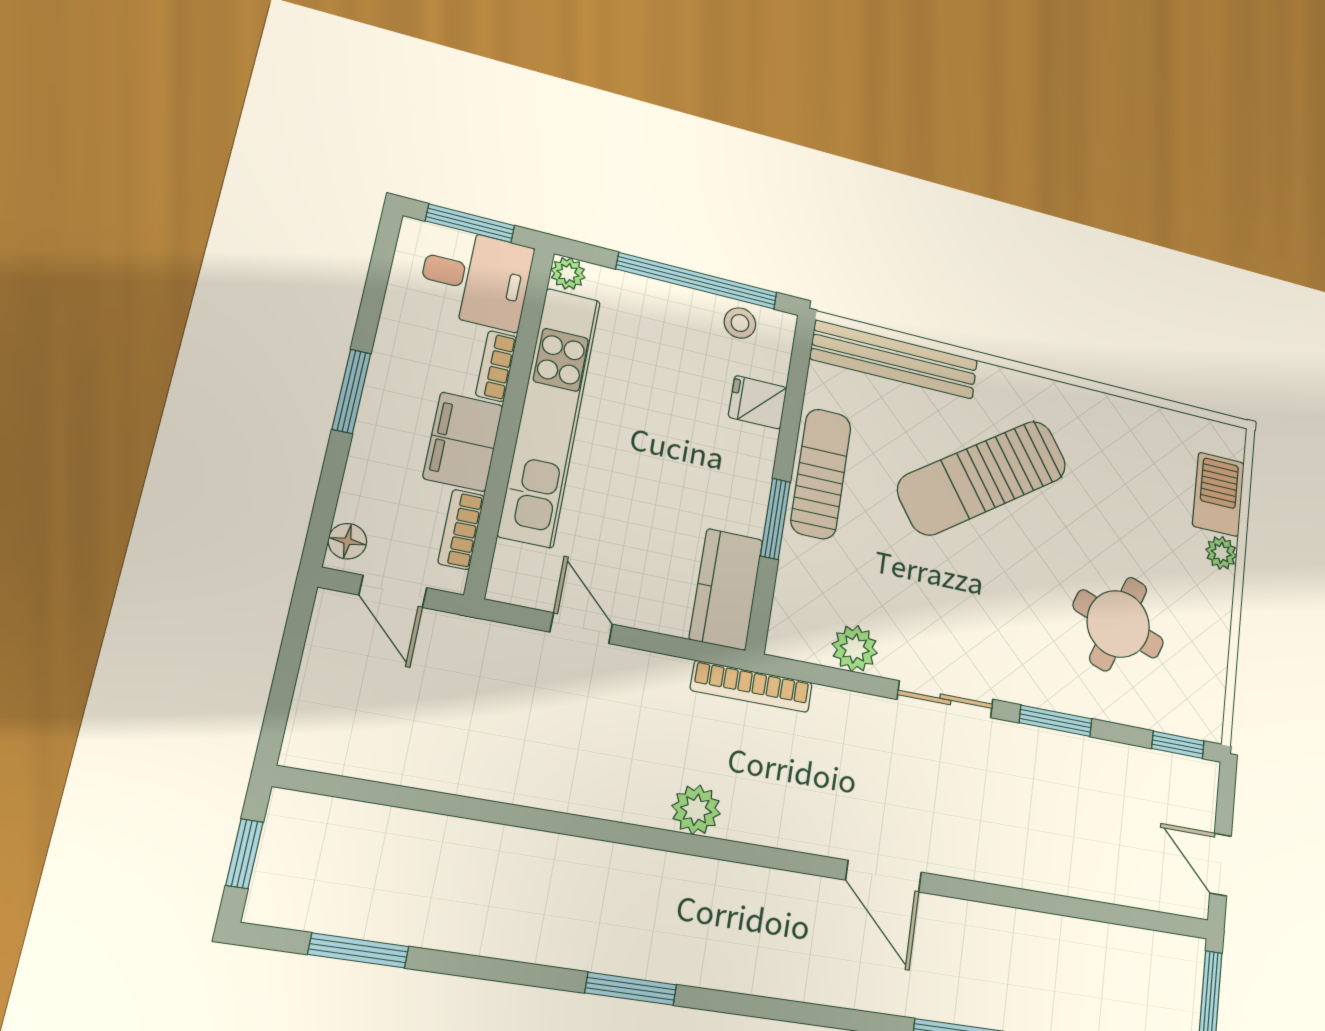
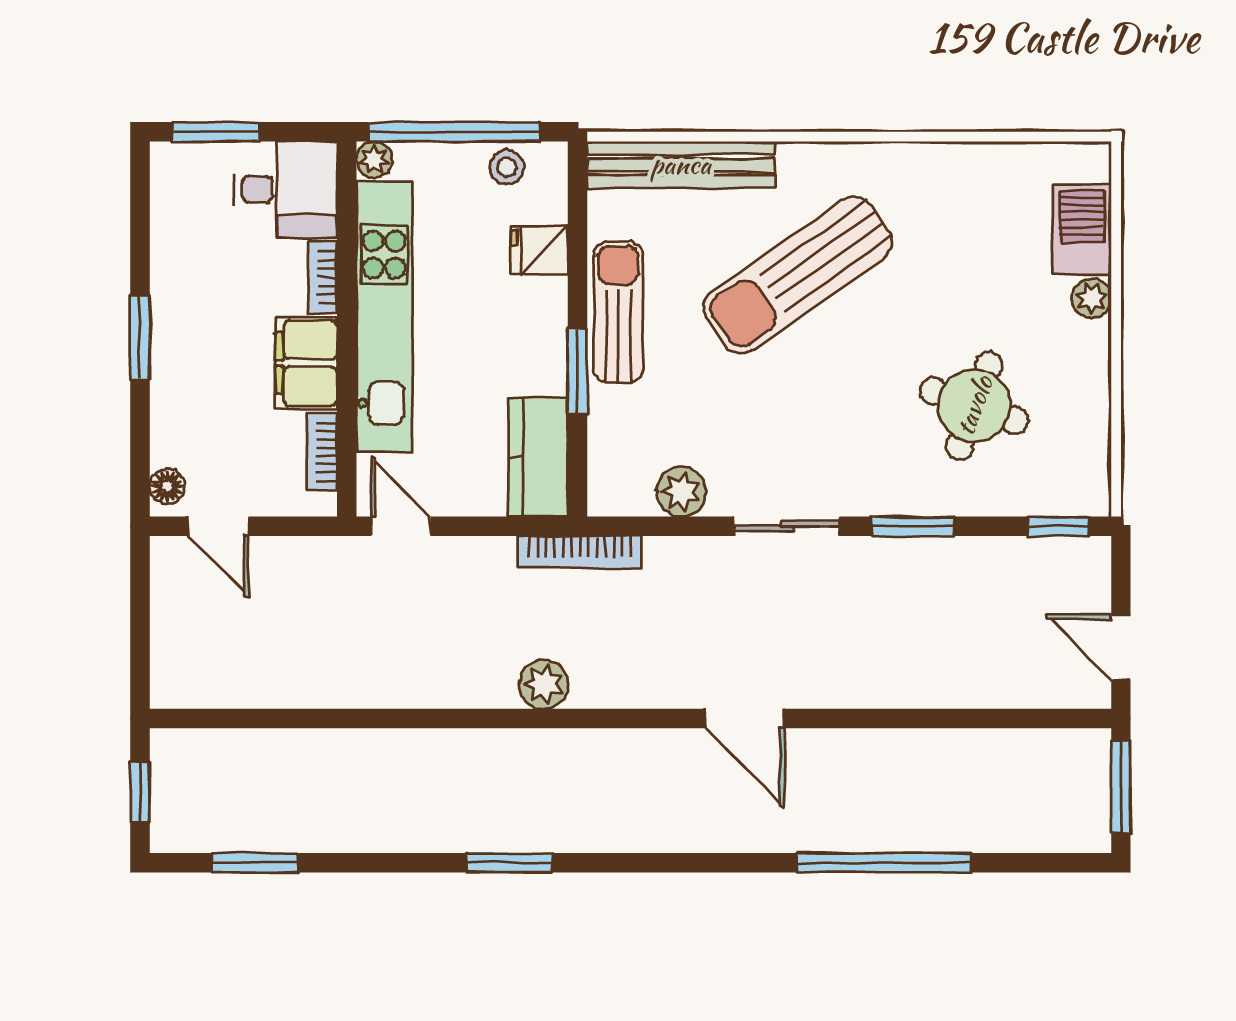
plant: (568, 273) -> (374, 160), moved
desk: (476, 278) -> (285, 189), moved
bookcase: (496, 366) -> (323, 277), moved
kitchen unit: (550, 416) -> (384, 317), moved
wall: (510, 419) -> (347, 329), moved
filing cabinet: (463, 442) -> (306, 363), moved
bookcase: (461, 529) -> (322, 452), moved

